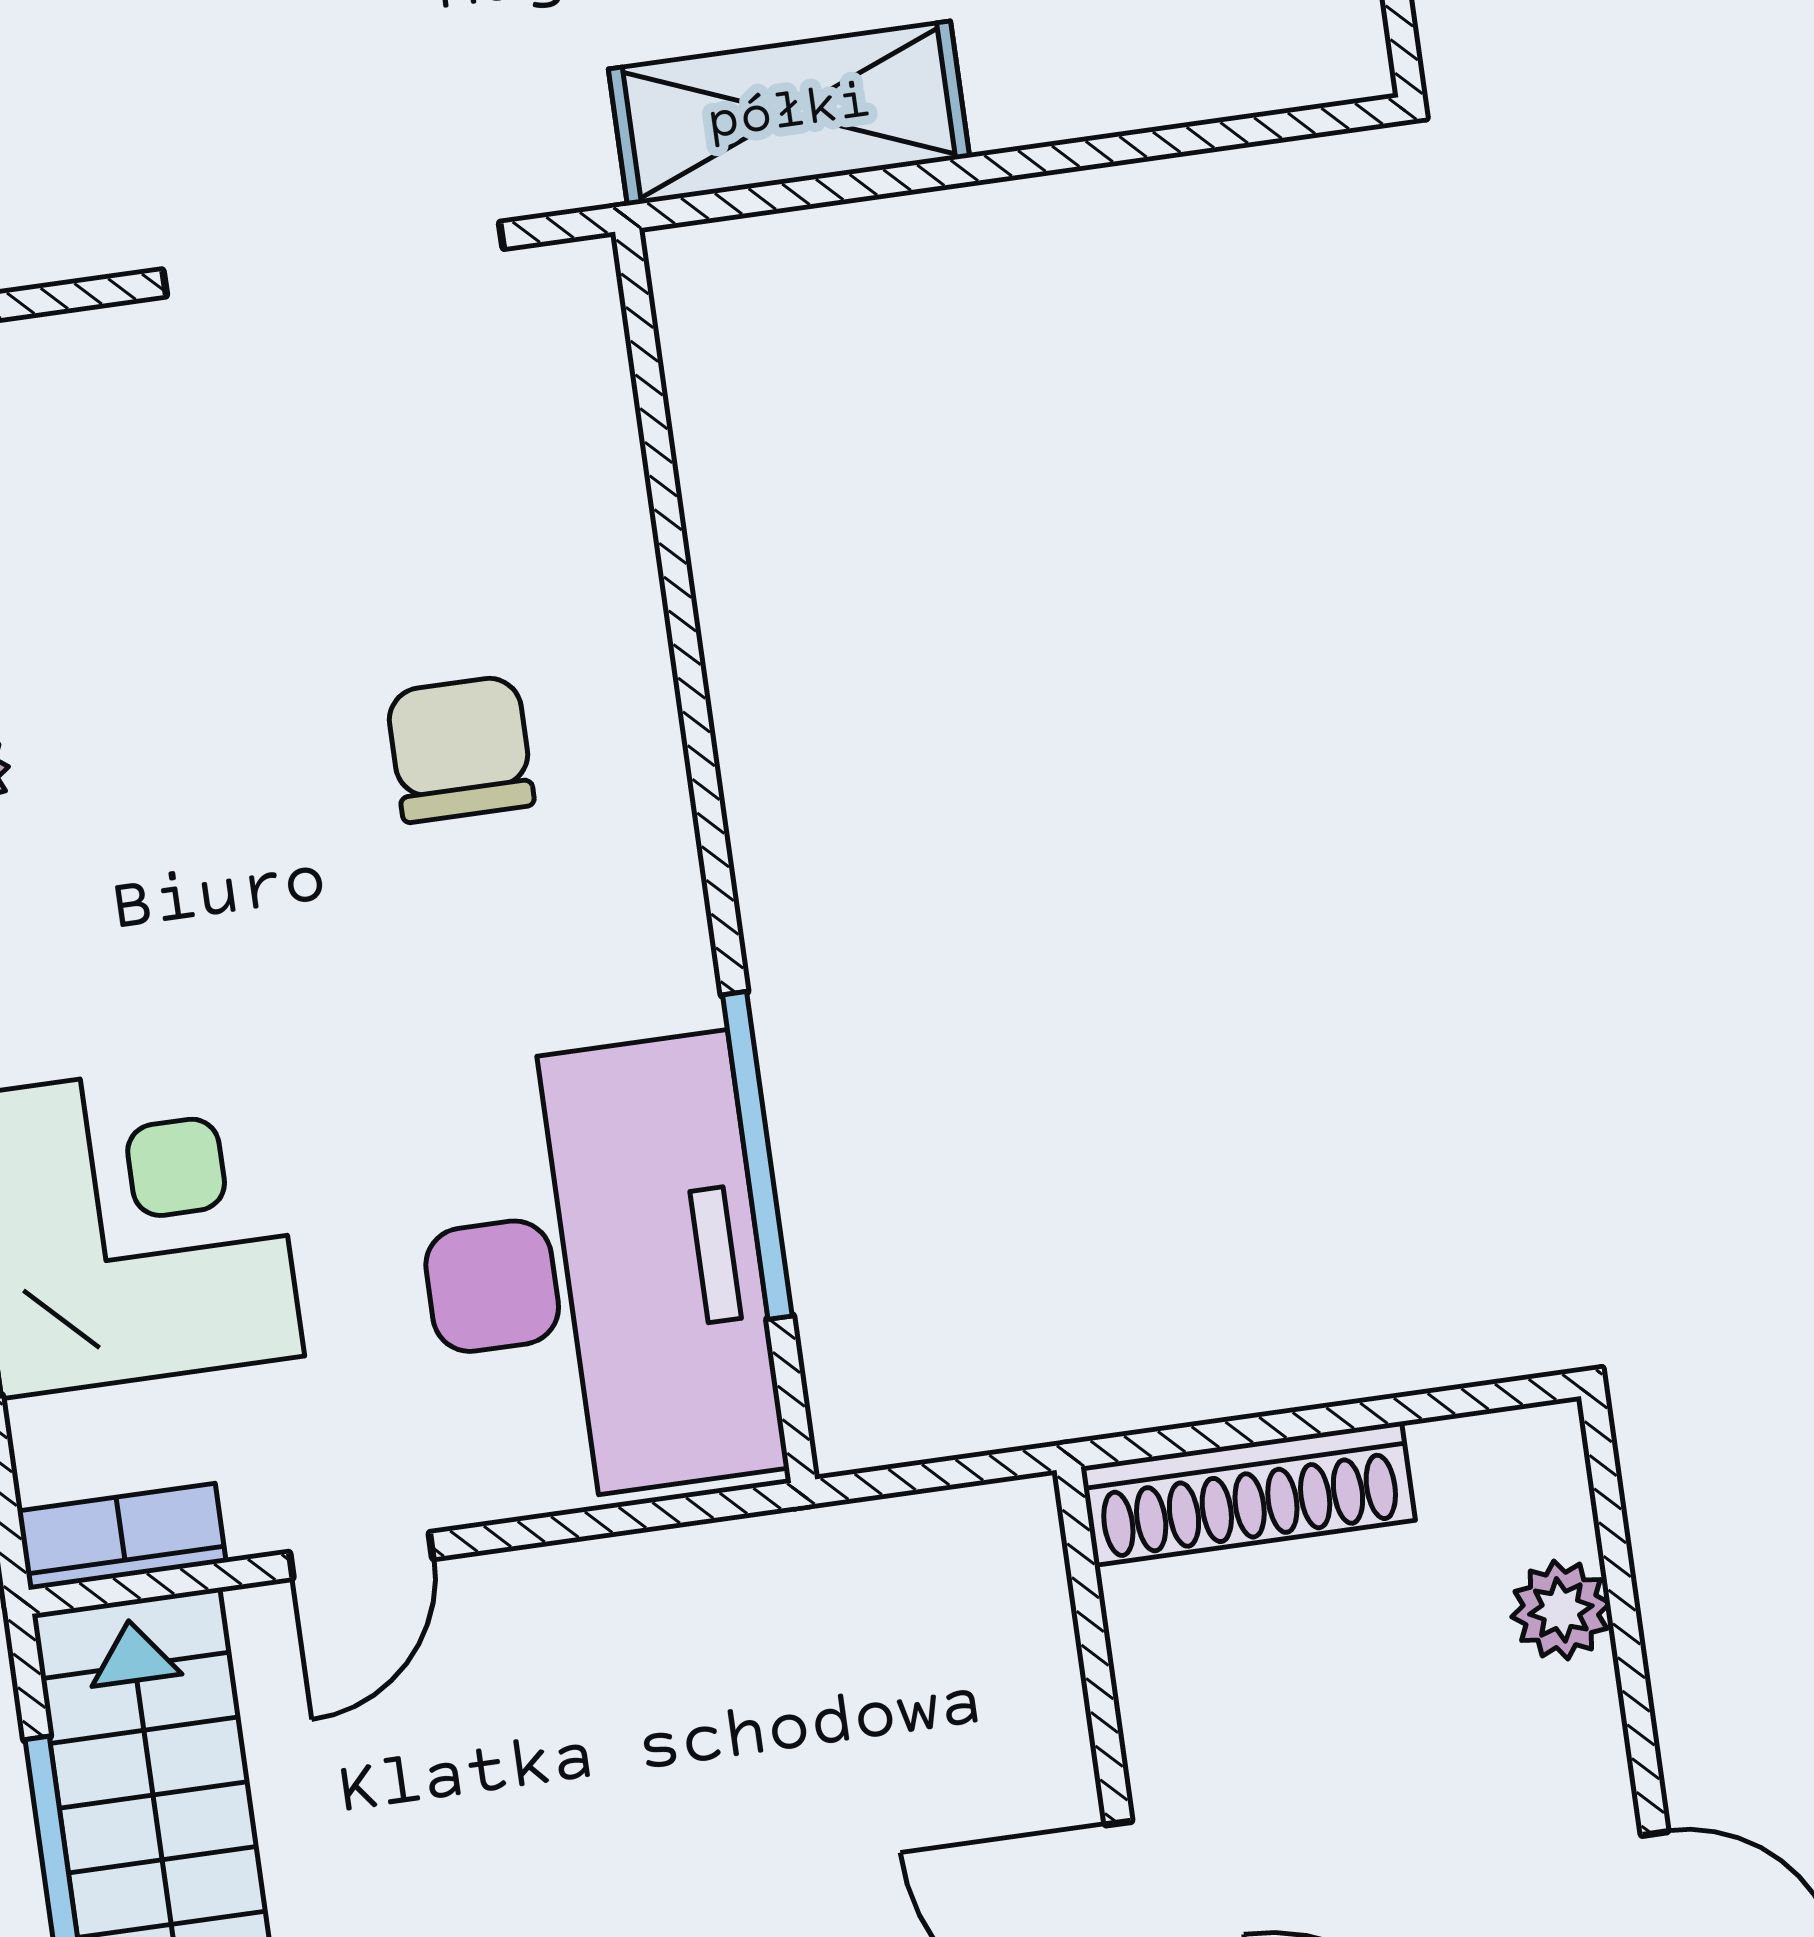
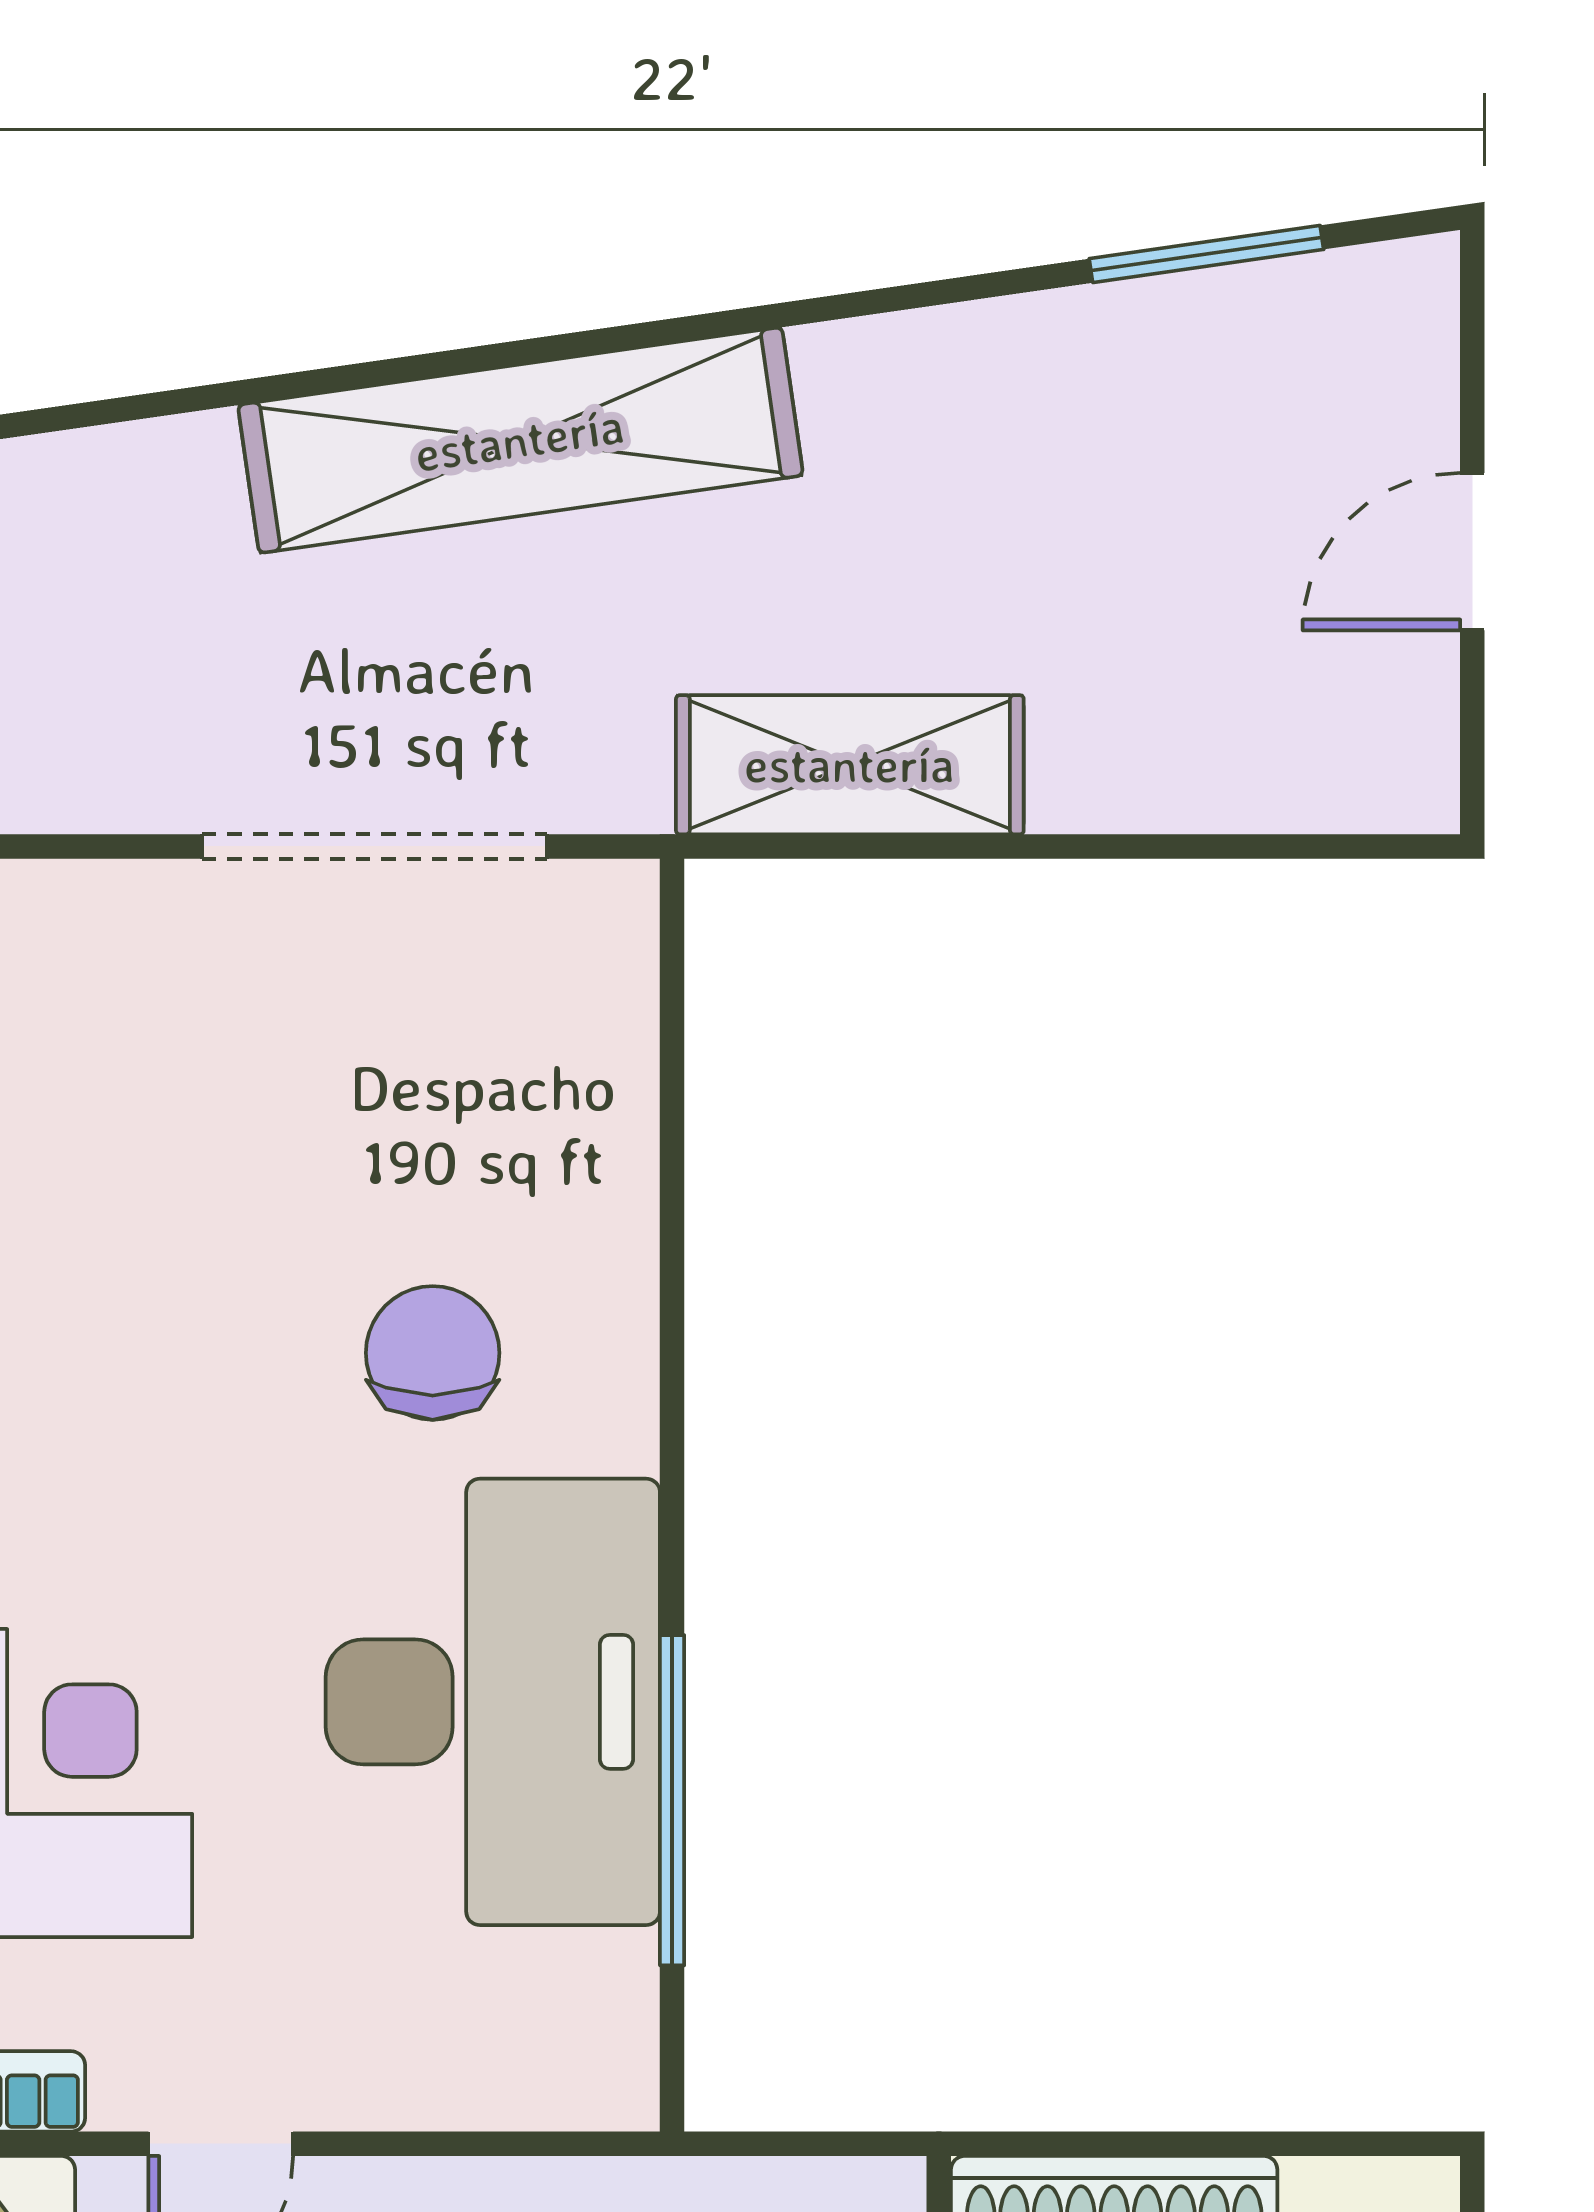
desk: (594, 1272) -> (493, 1702), moved

